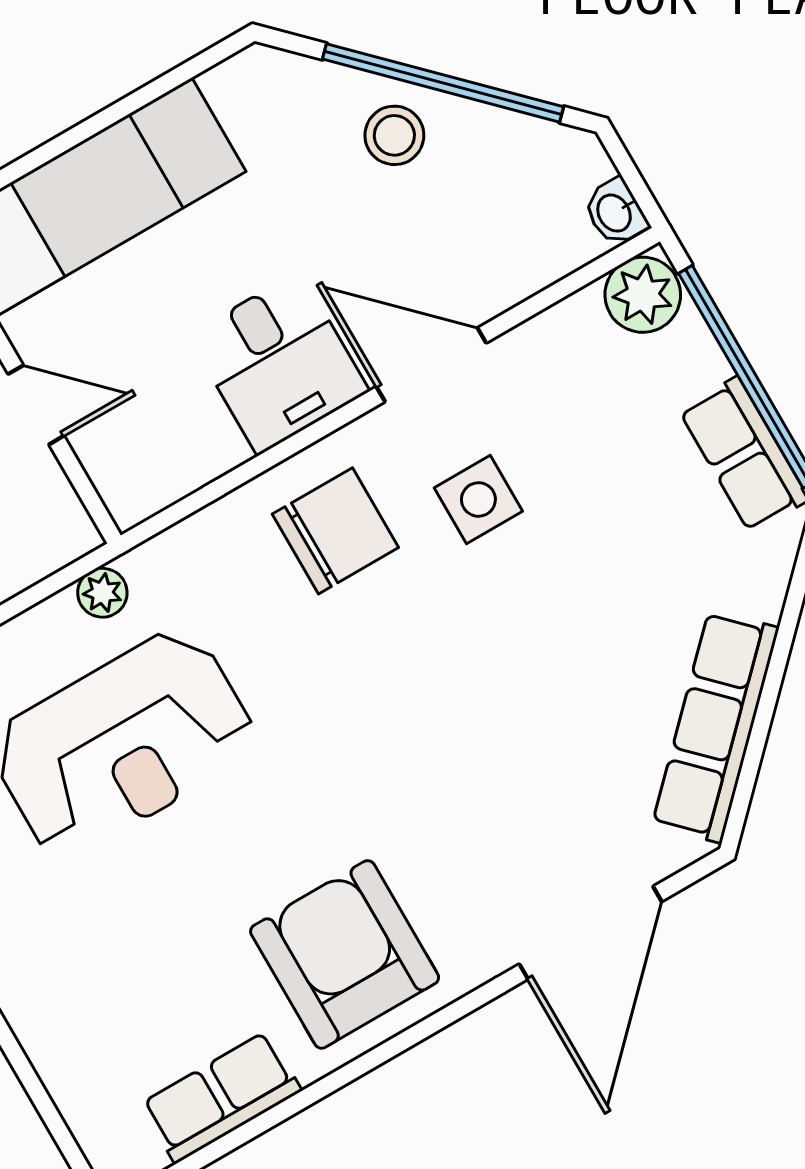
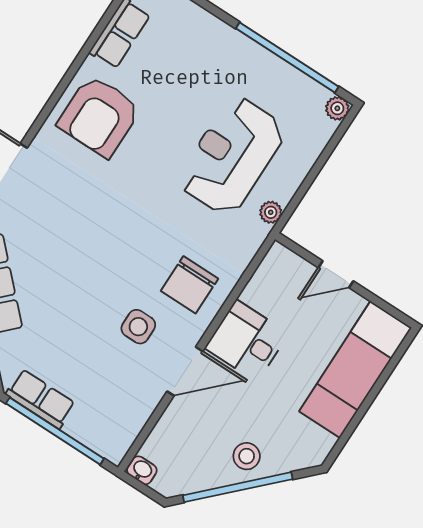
plant: (643, 295) -> (114, 443), removed
armchair: (345, 954) -> (99, 116), turned 90

